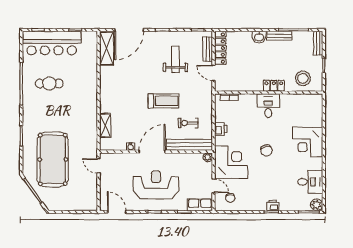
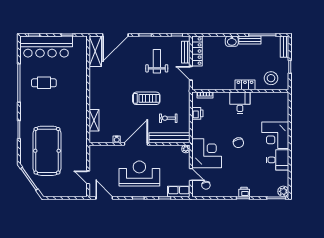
printer: (221, 129) -> (197, 113), moved
door: (99, 166) -> (88, 177), moved
desk: (310, 182) -> (278, 160), moved

